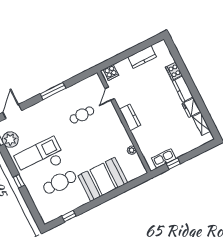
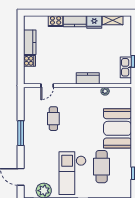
cooker: (111, 72) -> (29, 61), moved
door: (110, 94) -> (47, 86), hinge flipped
kitchen counter: (130, 117) -> (88, 78), moved

